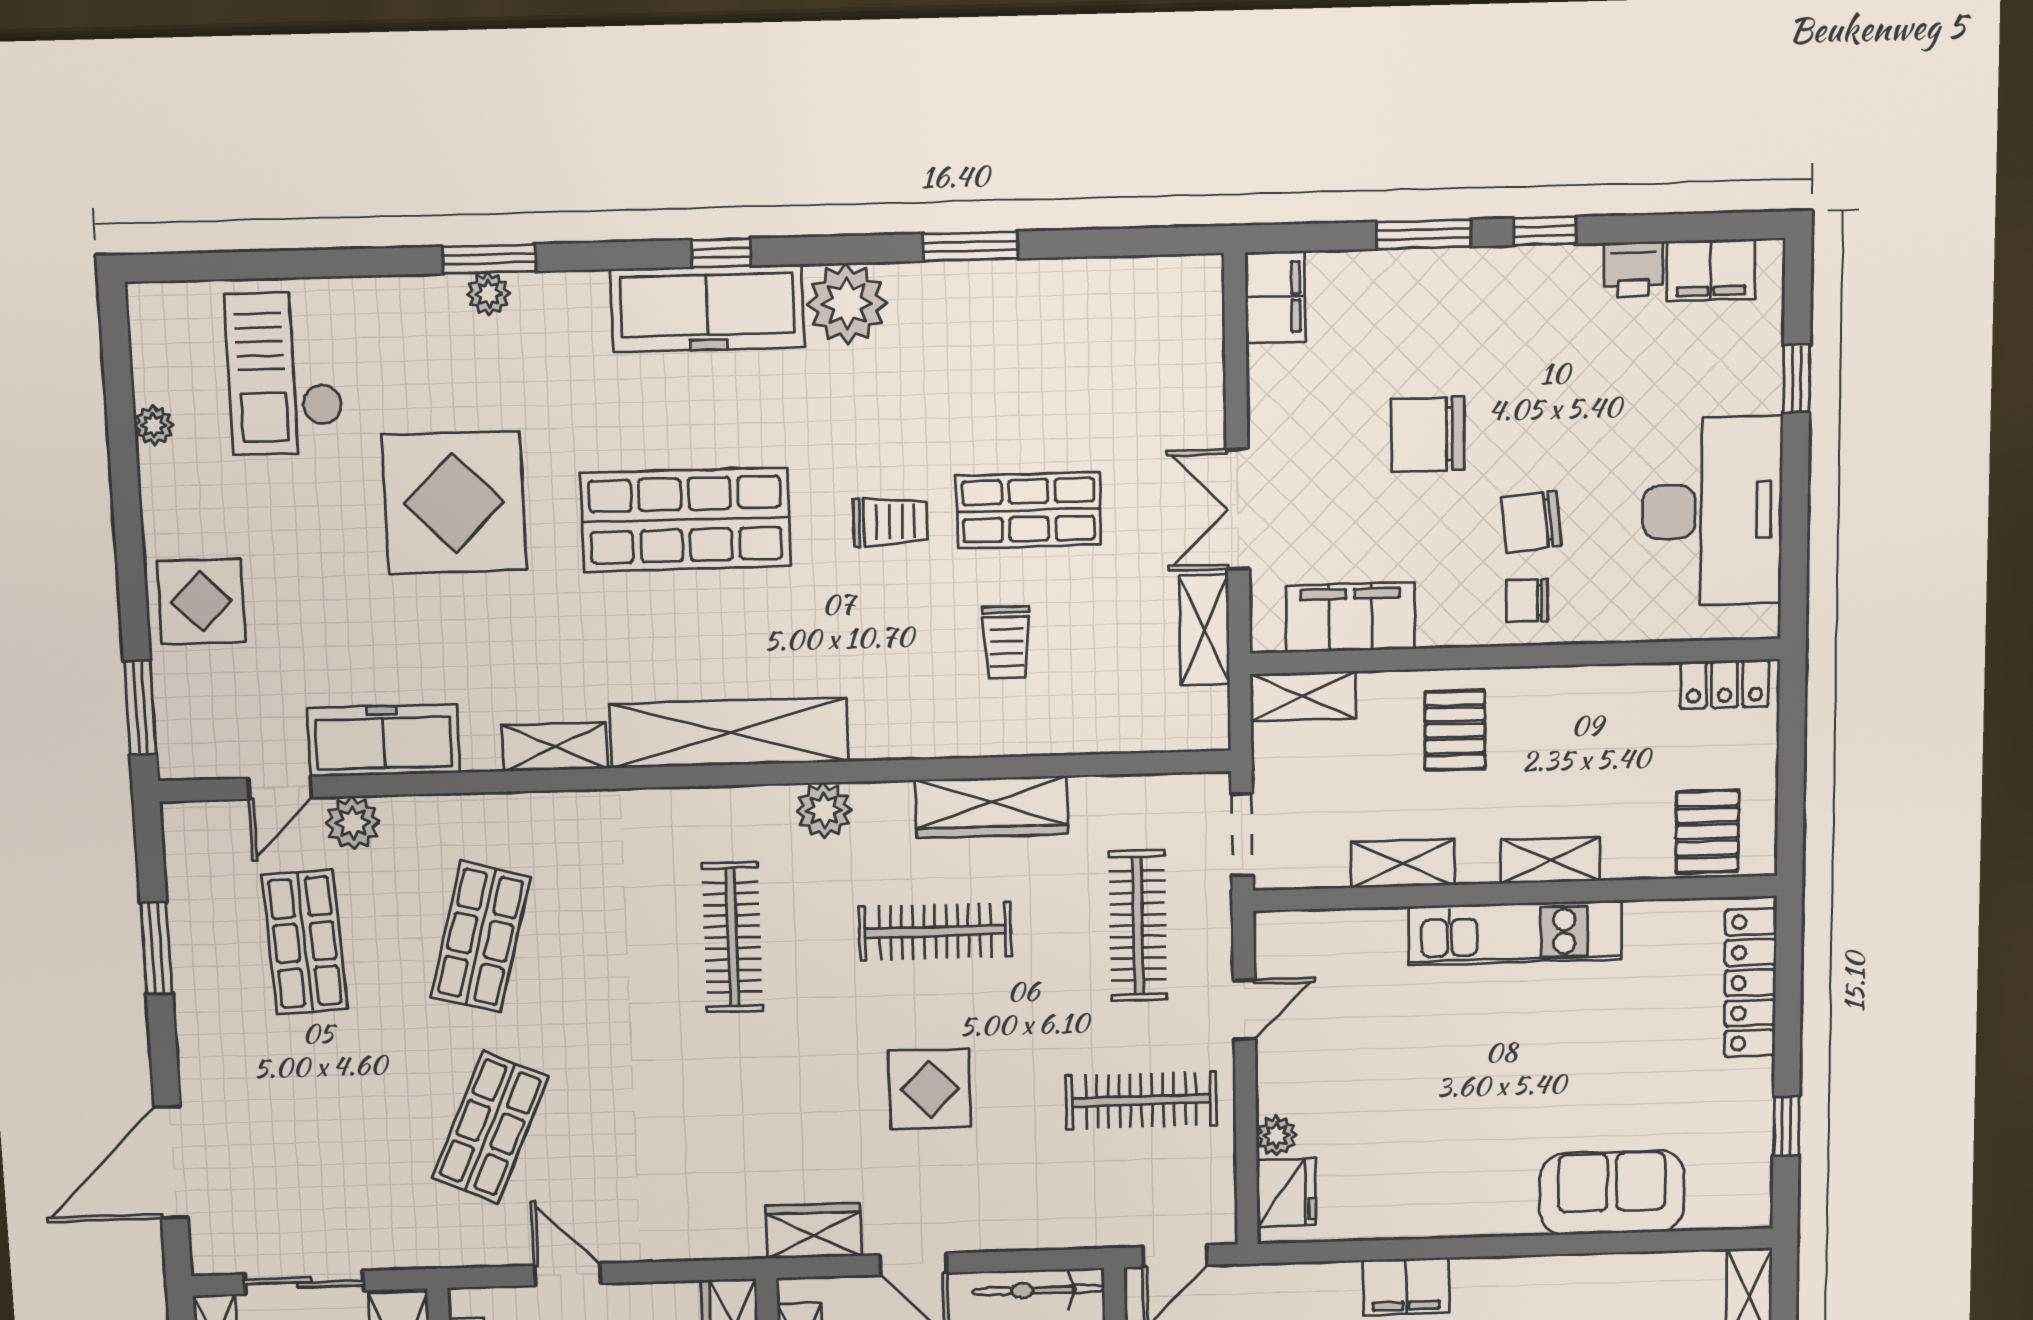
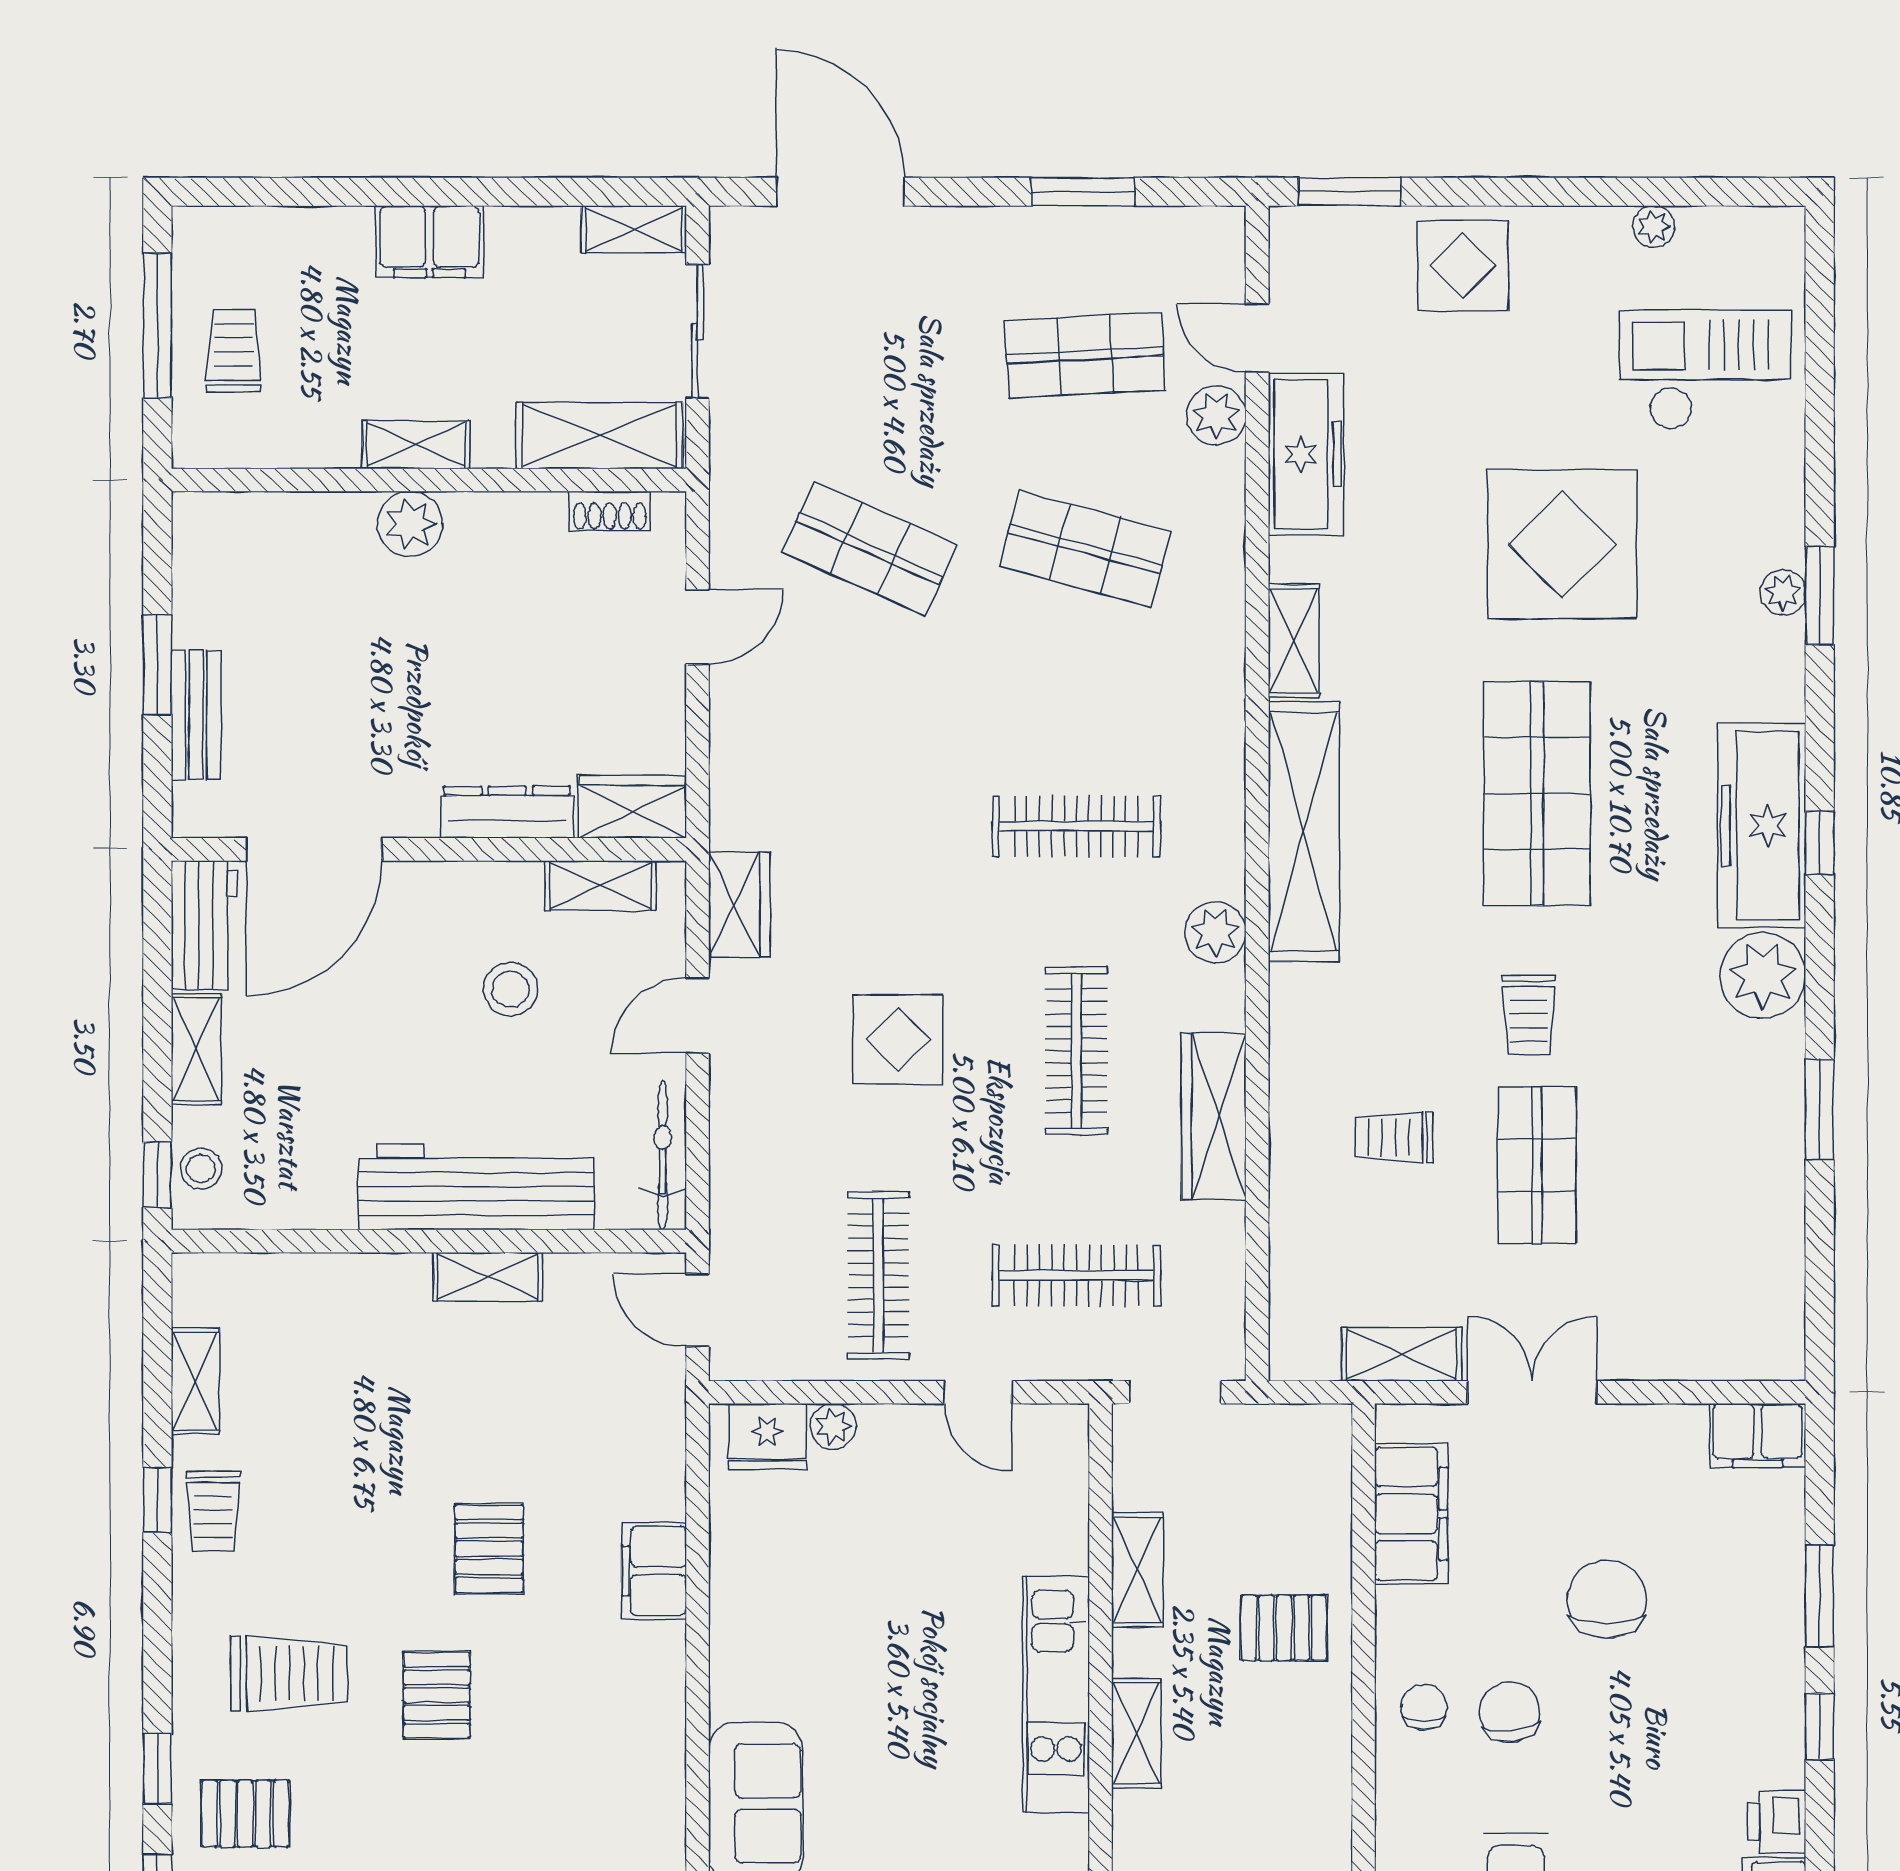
shelving: (1303, 696) -> (1326, 1461), removed

